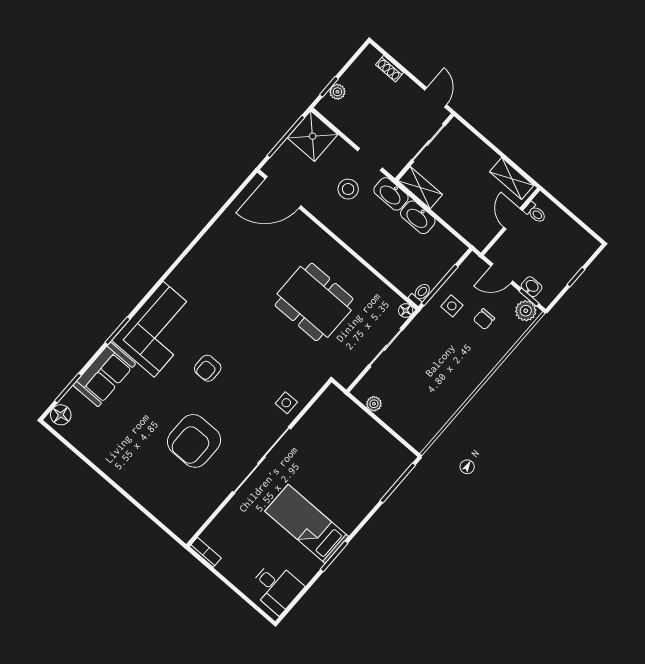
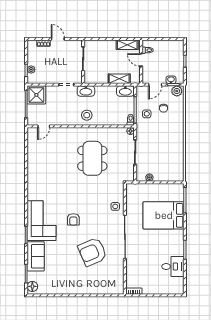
door: (436, 97) -> (58, 39), moved
shelving: (420, 188) -> (119, 79), moved
stool: (348, 189) -> (87, 115), moved
door: (283, 192) -> (44, 126), width x0.53
washbasin: (418, 217) -> (125, 91), moved
dining table: (314, 302) -> (92, 158), turned 90
armchair: (194, 441) -> (92, 252), turned 67
bed: (307, 524) -> (164, 215), moved, width x1.50
desk: (276, 587) -> (173, 267), moved

